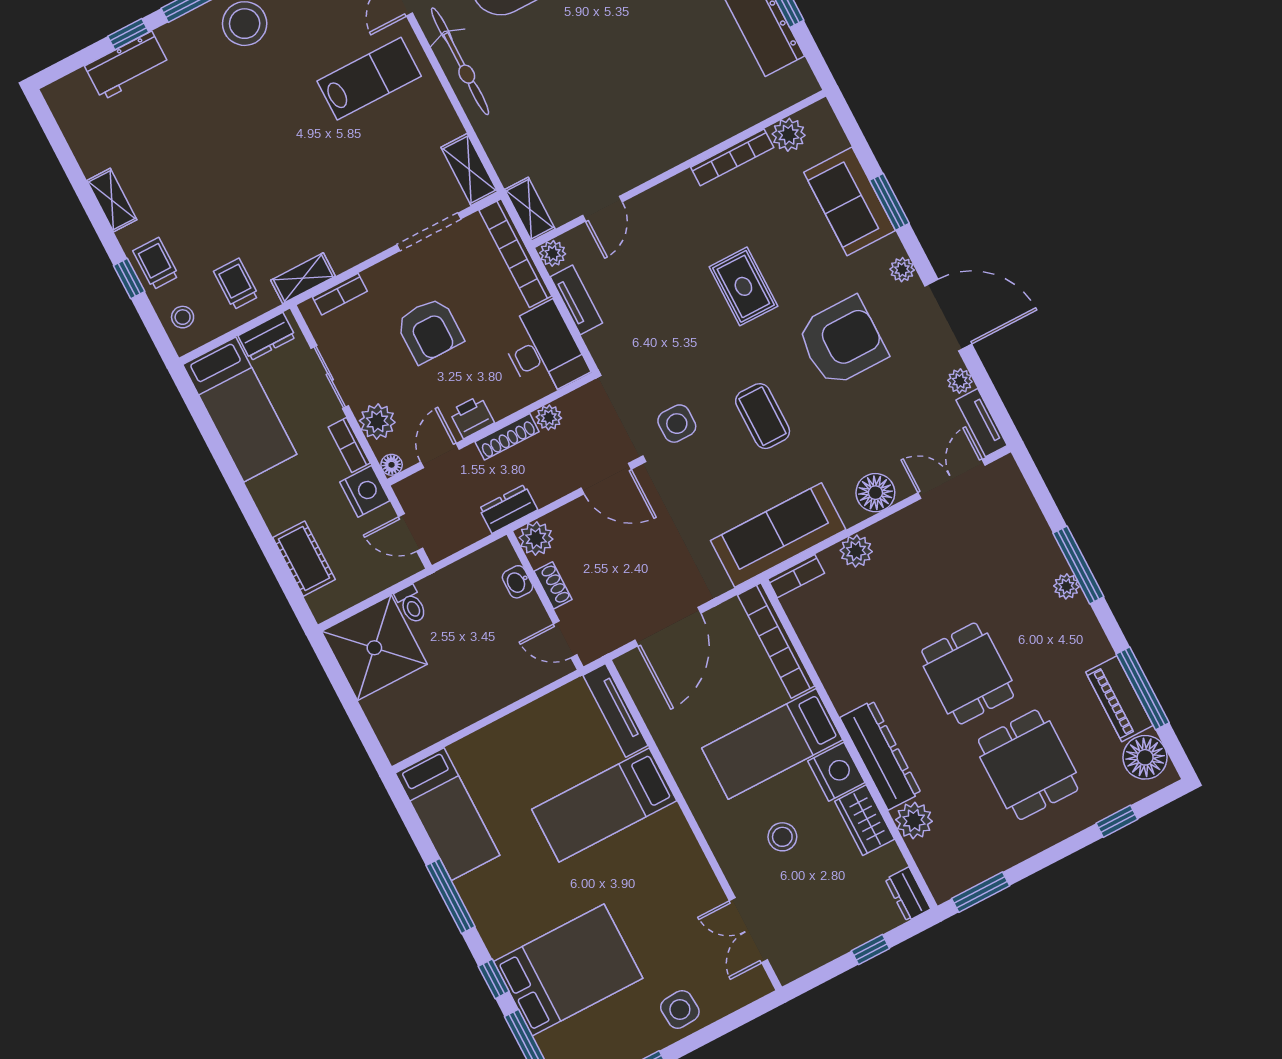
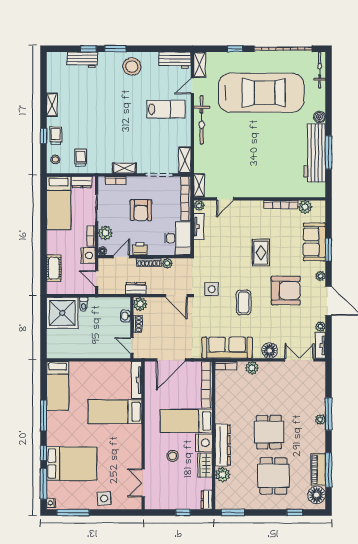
shelving: (303, 278) -> (124, 168), moved

